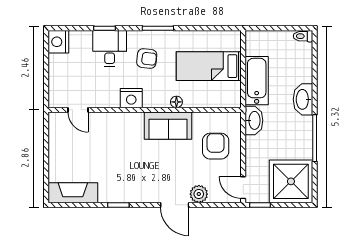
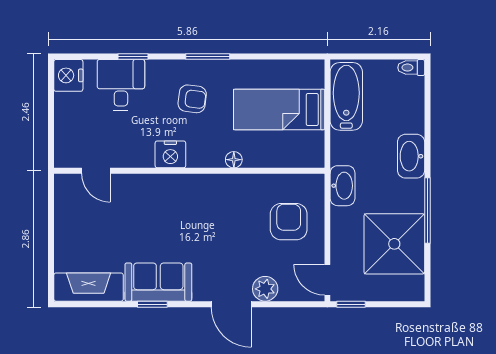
desk: (110, 48) -> (121, 85), moved
bathtub: (257, 81) -> (346, 96), moved
sofa: (168, 126) -> (158, 282), moved, turned 180
shower: (291, 181) -> (394, 244), moved

